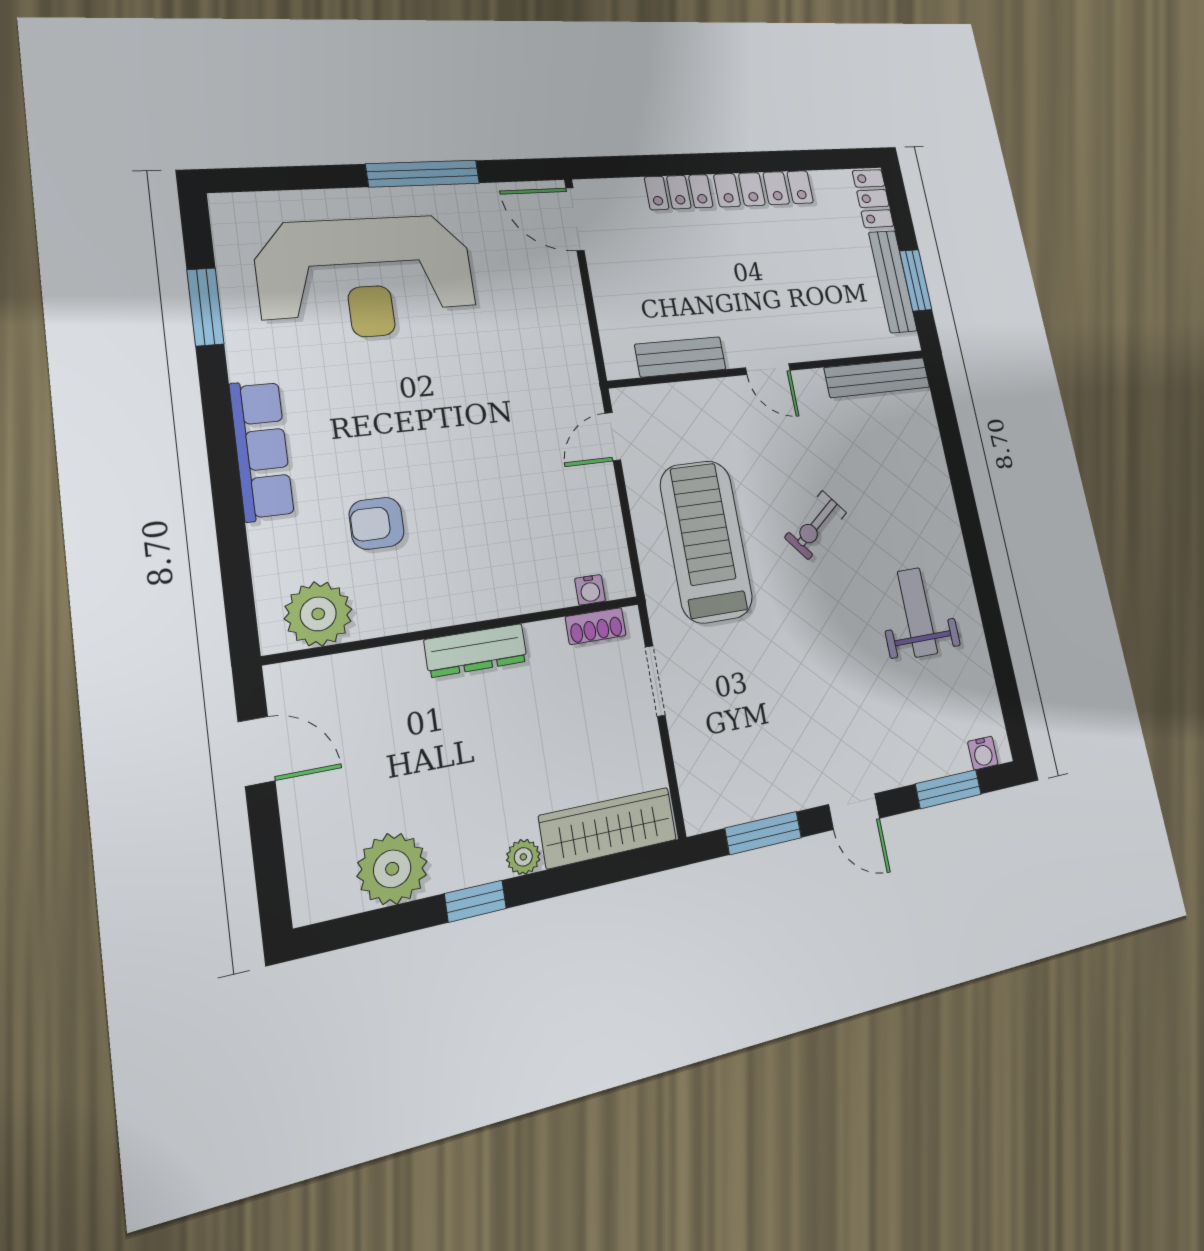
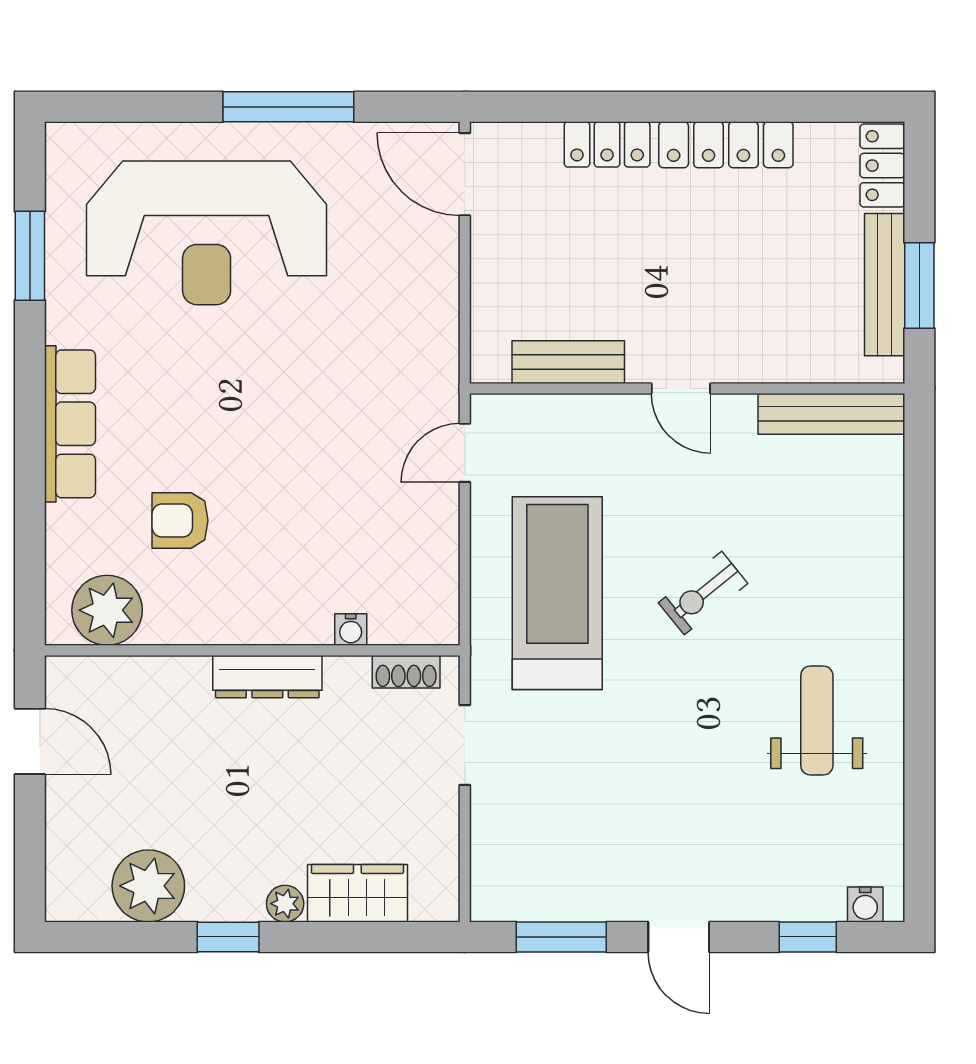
water cooler: (590, 590) -> (351, 630), moved
window: (948, 789) -> (808, 937), width x0.67
wardrobe: (608, 828) -> (357, 893), width x0.67

